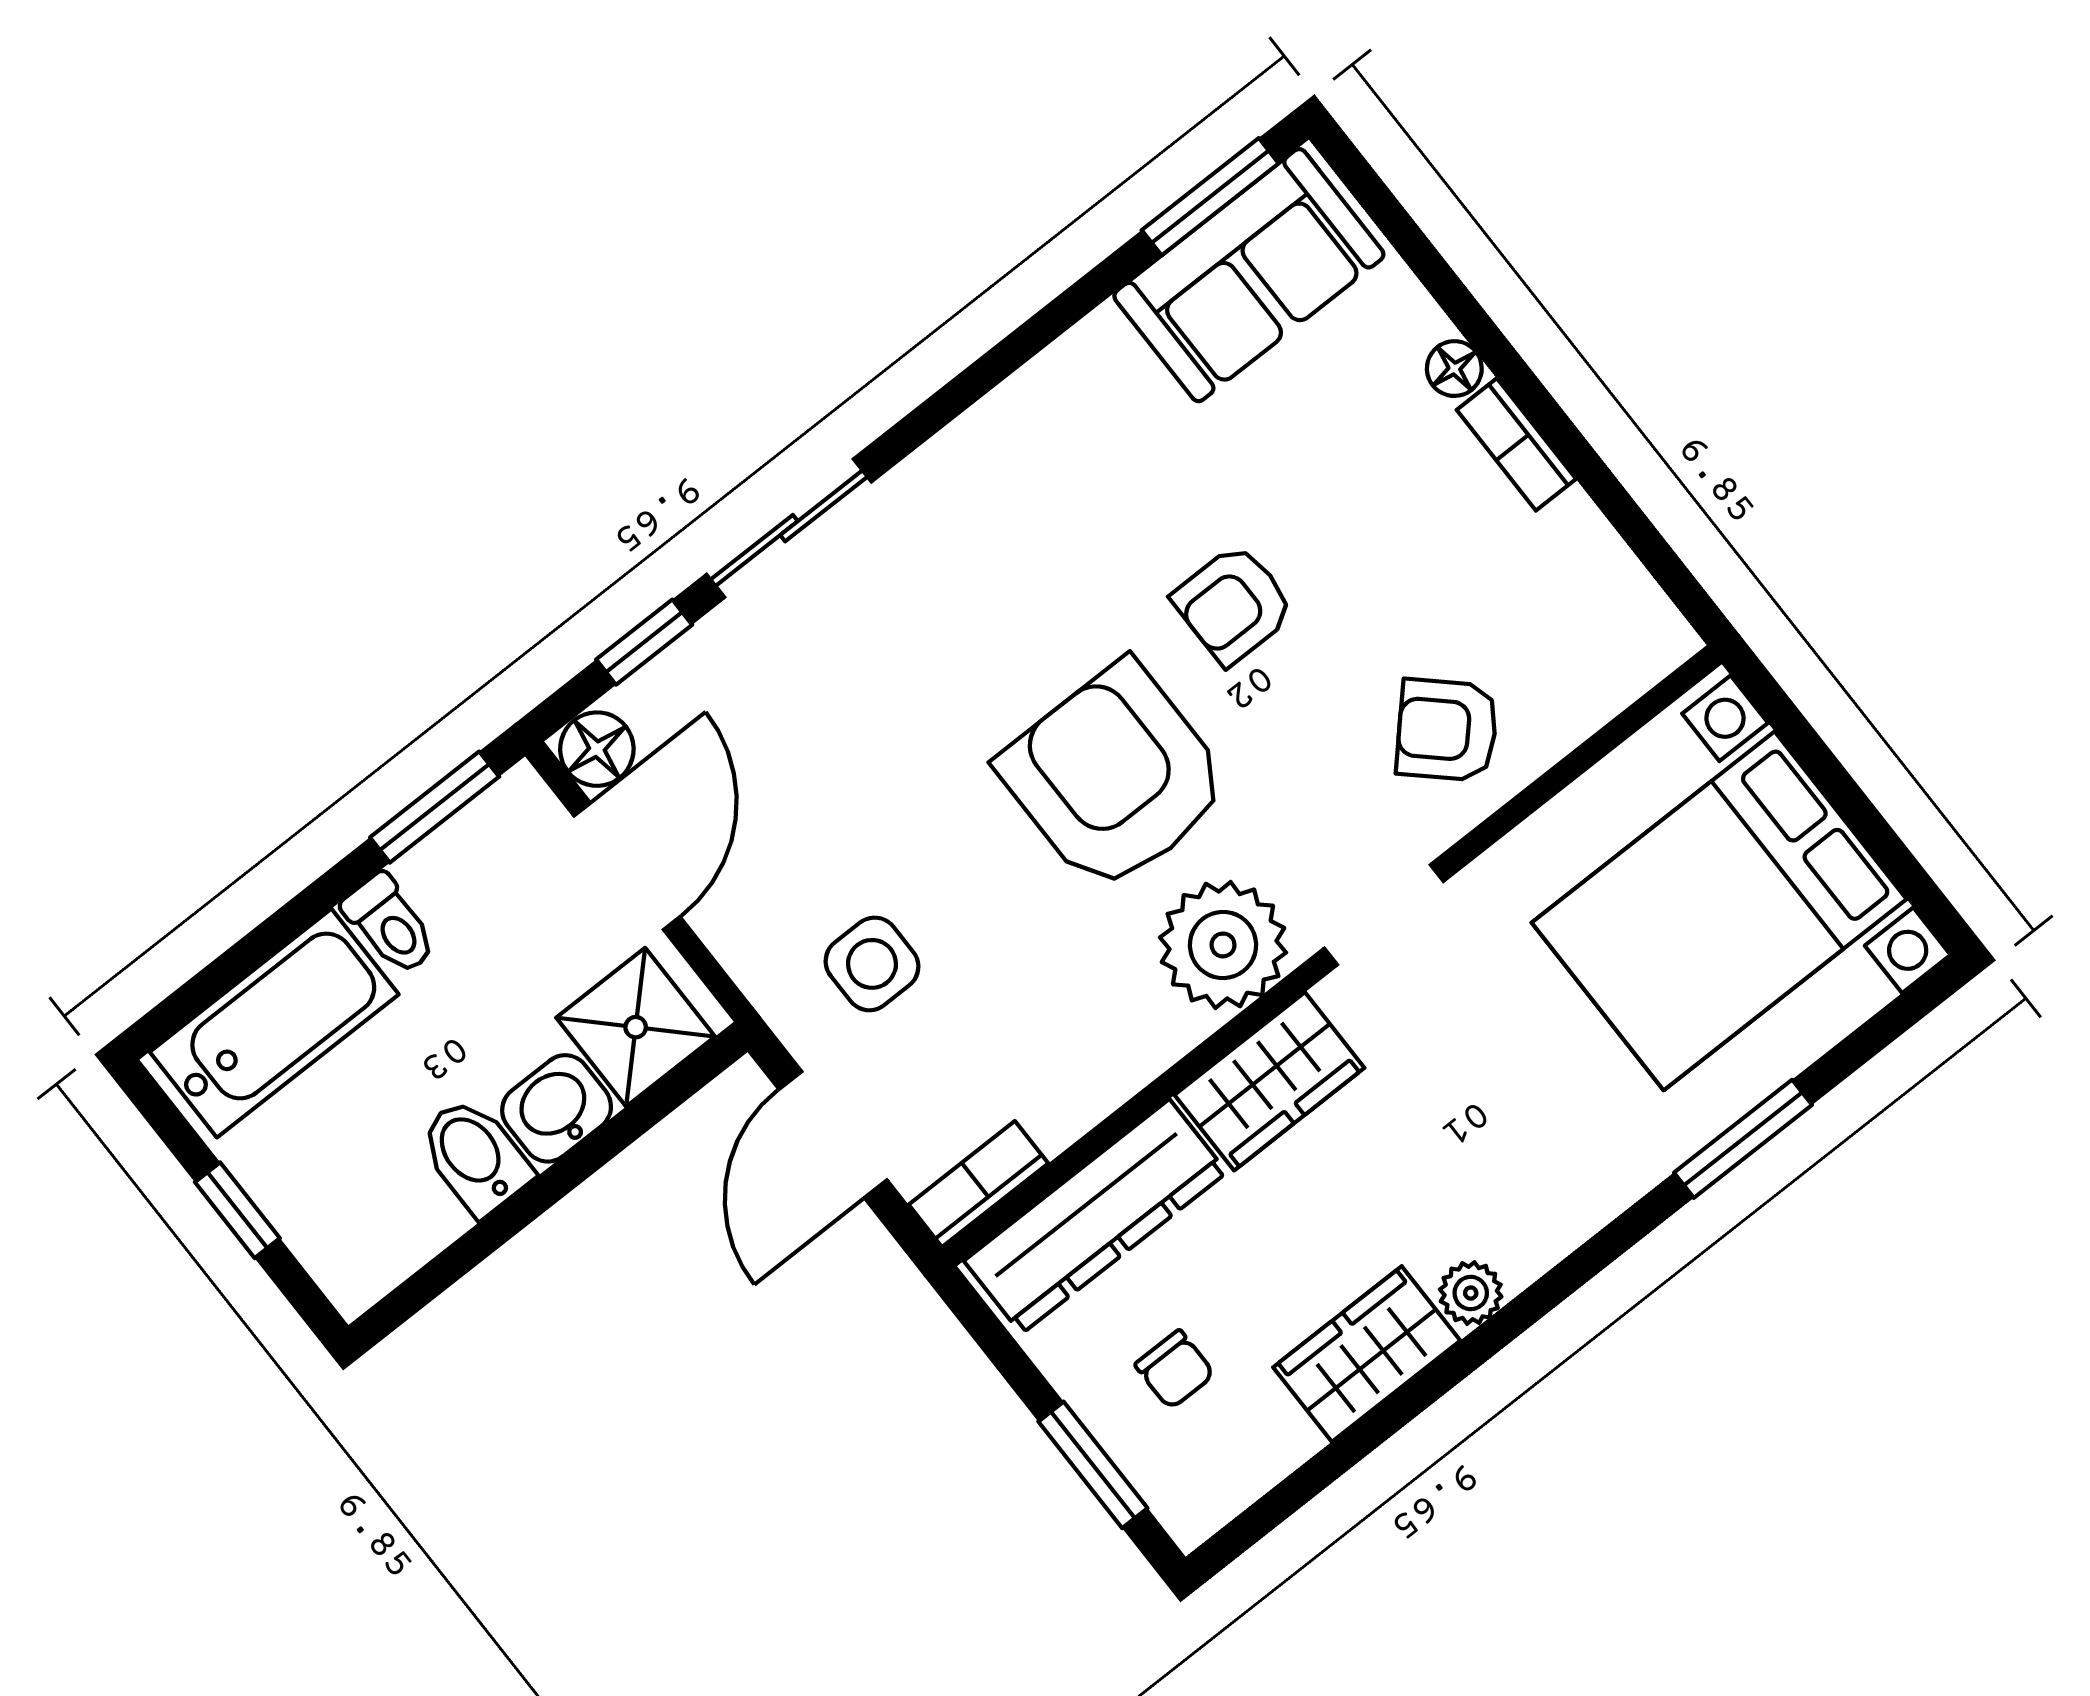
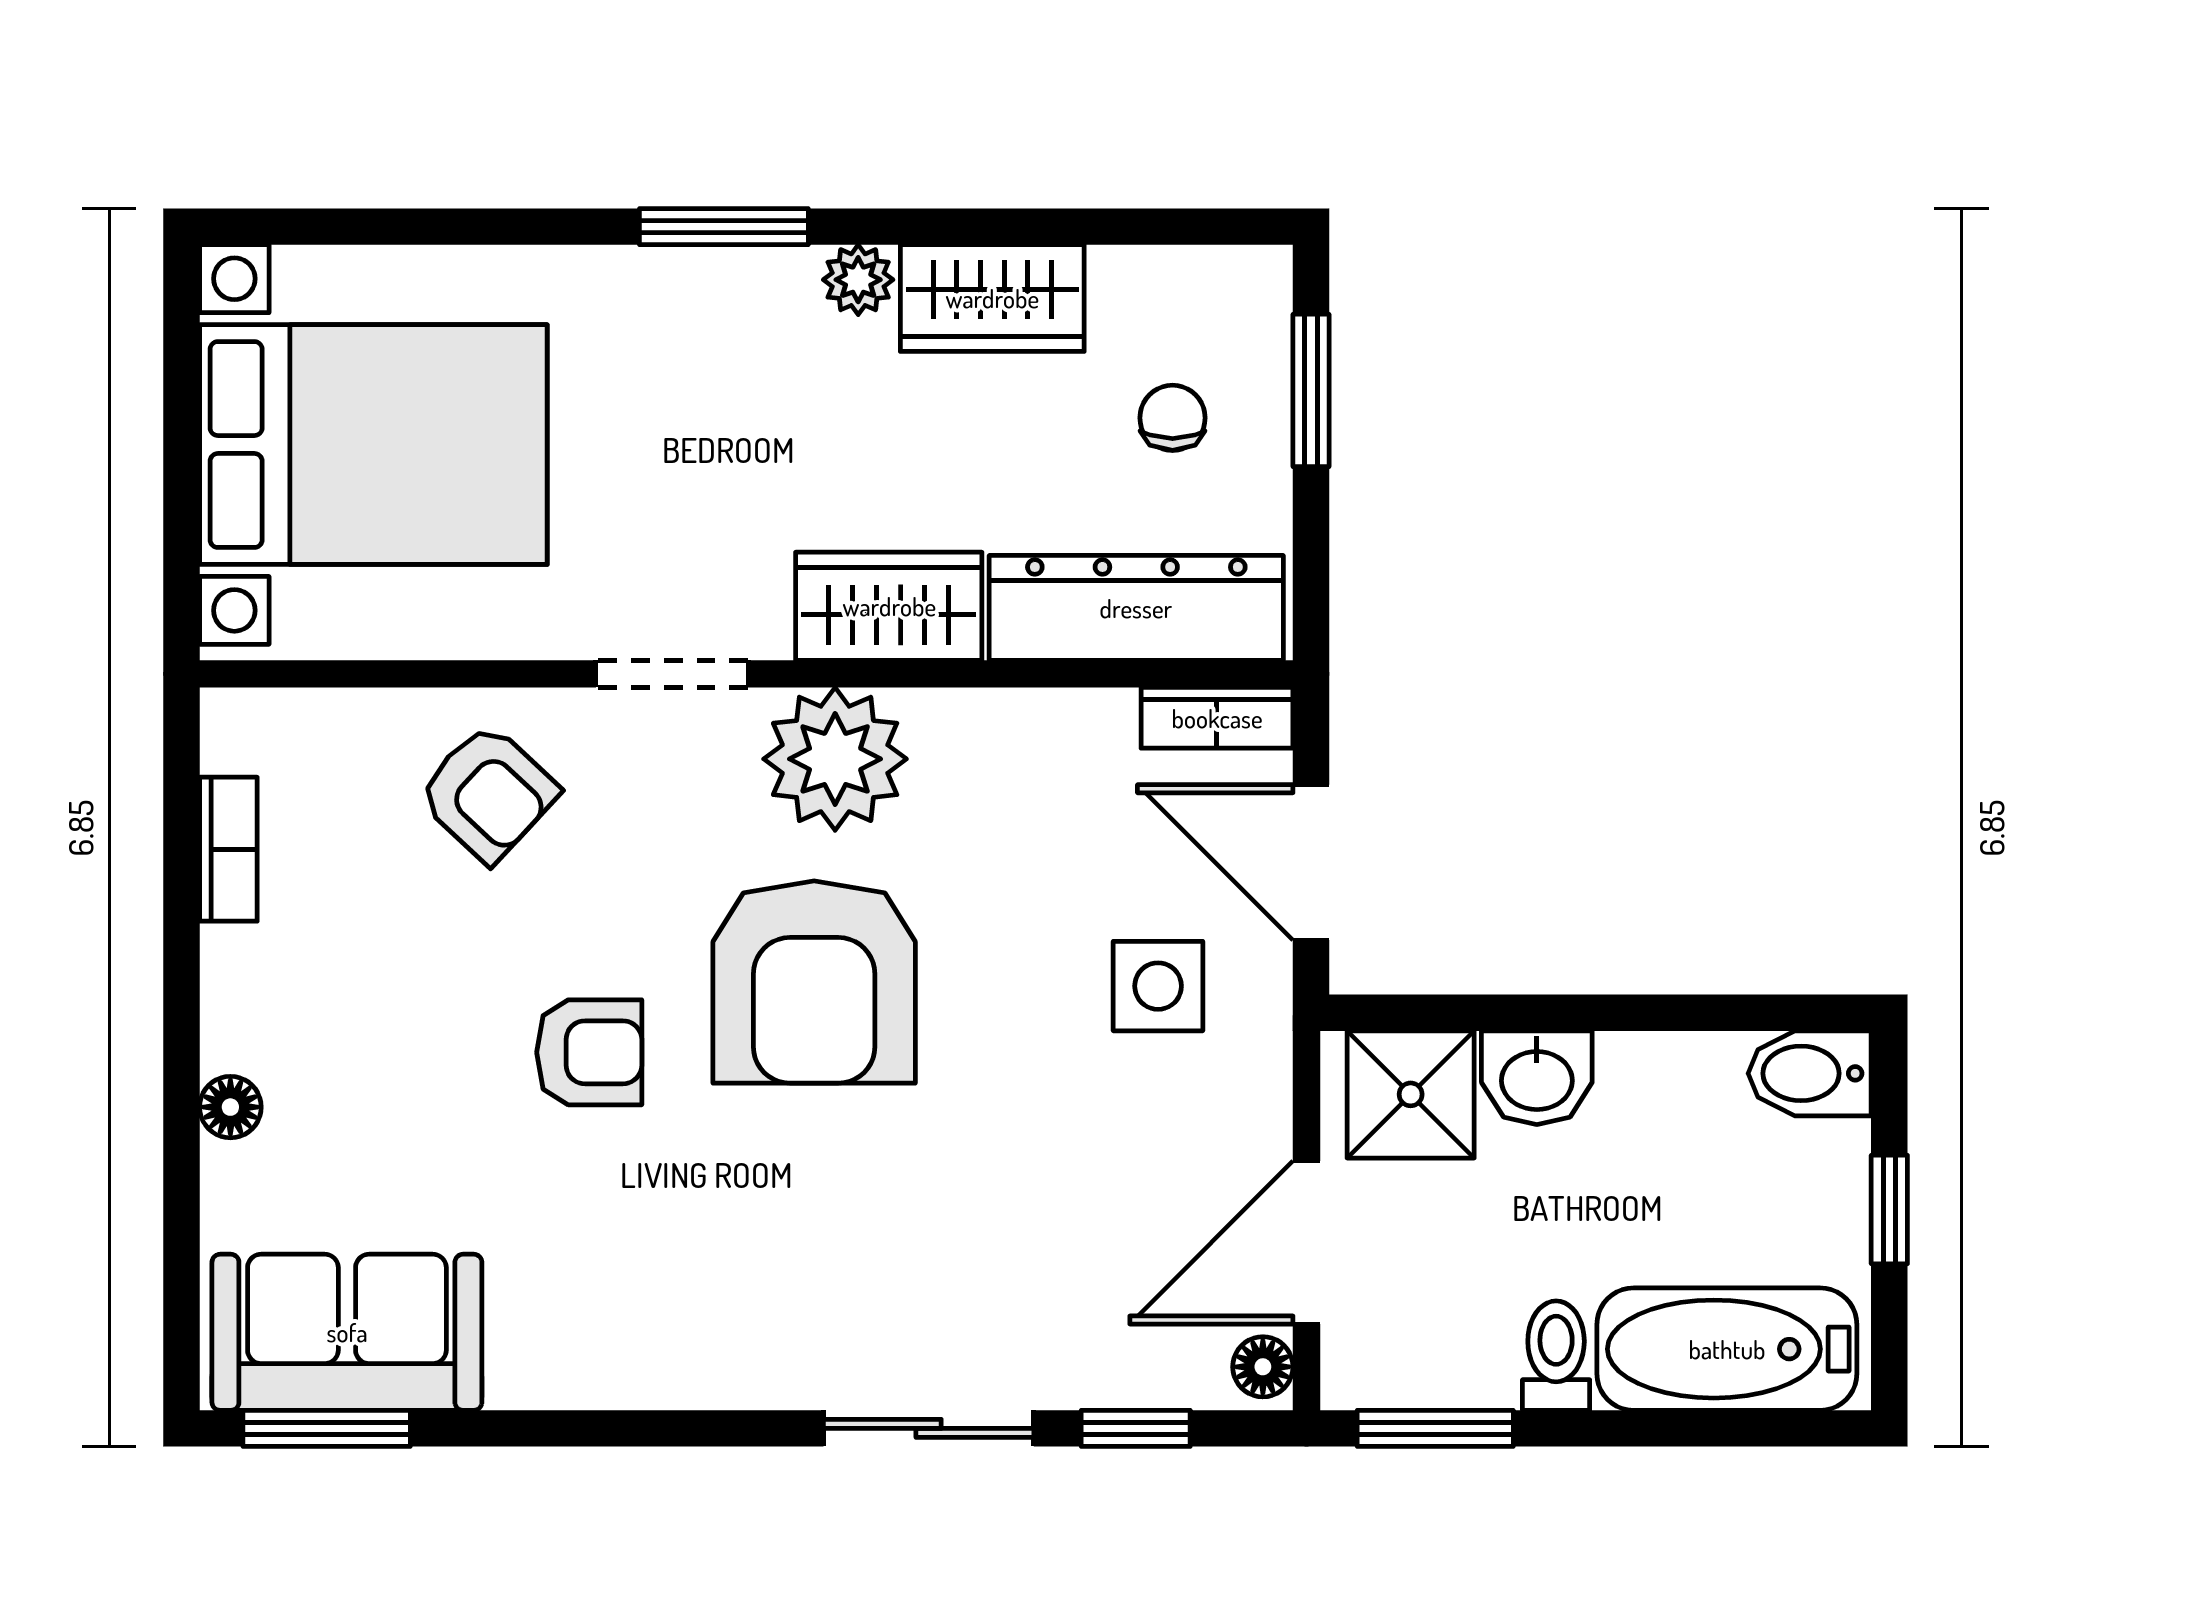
bookcase: (1516, 444) -> (228, 849), moved
floor lamp: (597, 749) -> (1263, 1367), width x0.73, depth x0.73
door: (833, 1135) -> (1311, 862), swing flipped
window: (1743, 1139) -> (724, 227), moved
bidet: (475, 1156) -> (1810, 1073), moved, turned 90

